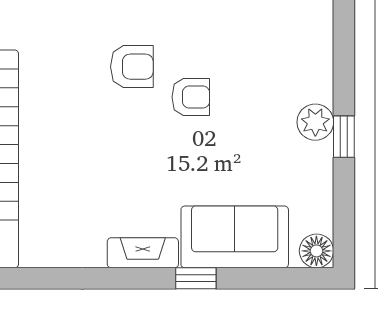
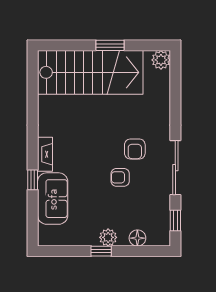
armchair: (191, 97) -> (120, 177), turned 90
floor lamp: (316, 251) -> (137, 238), moved

